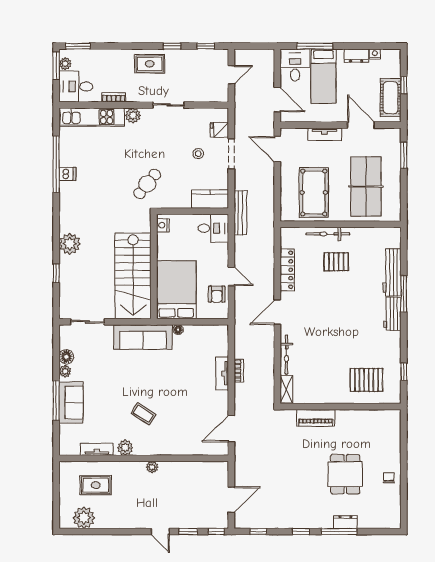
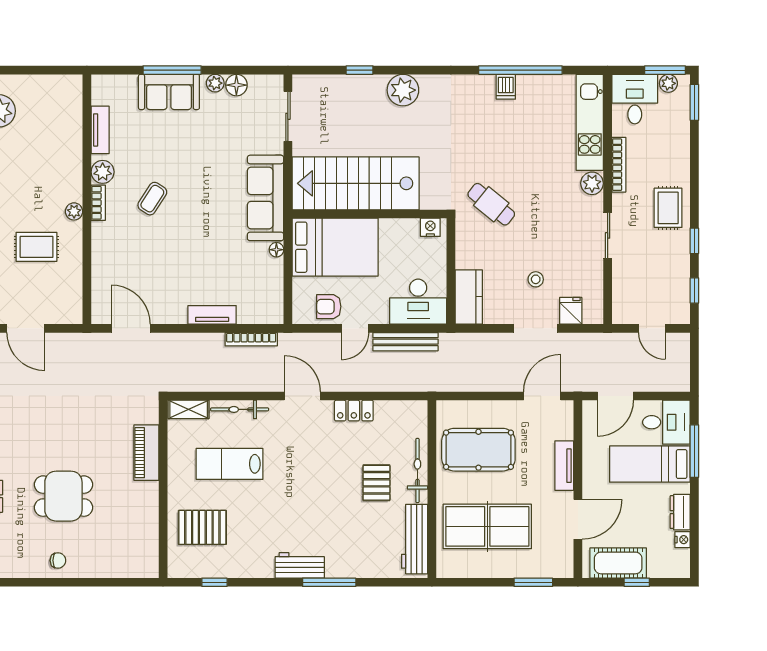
bookcase: (114, 97) -> (619, 165), width x1.56
bench: (240, 213) -> (405, 342), moved
desk: (213, 228) -> (418, 302), width x1.37
locker: (287, 270) -> (354, 411), width x0.66
workbench: (392, 272) -> (415, 539), moved, turned -90
lab bench: (323, 361) -> (230, 464), added
bookcase: (239, 371) -> (251, 339), moved, width x1.56
pallet: (366, 380) -> (202, 527), turned 90
bookcase: (146, 451) -> (98, 203), added
rug: (96, 485) -> (37, 247), moved, turned 90

